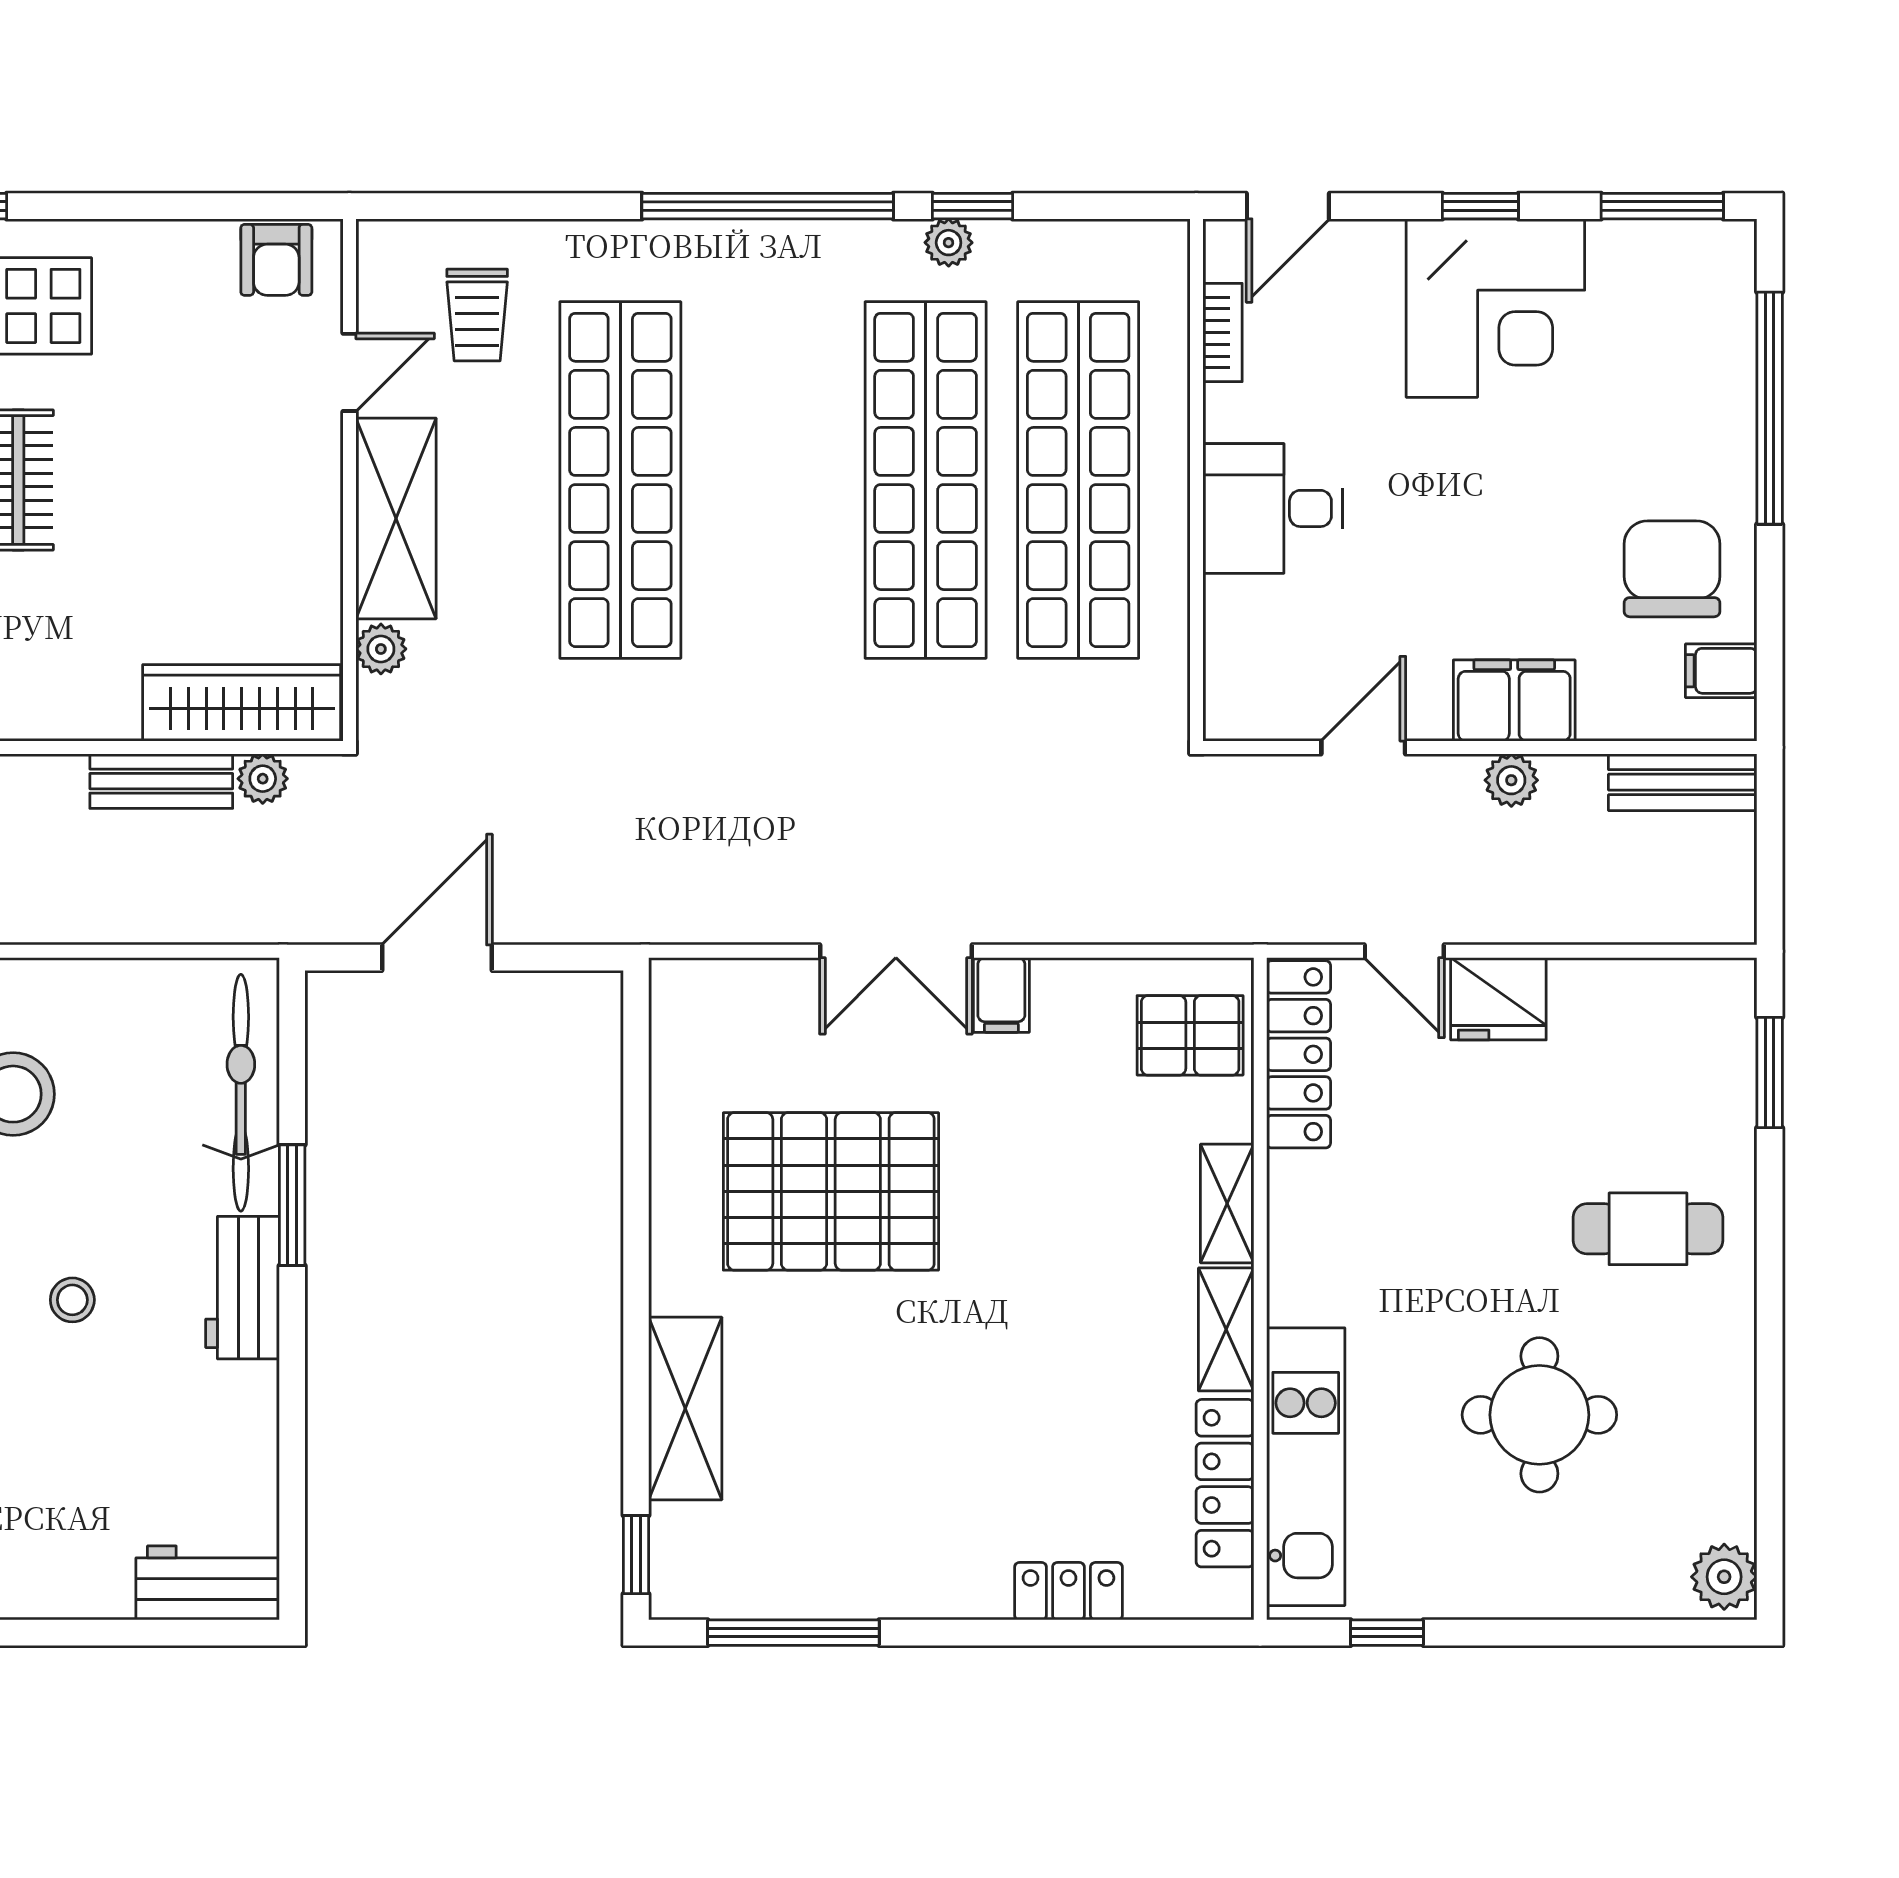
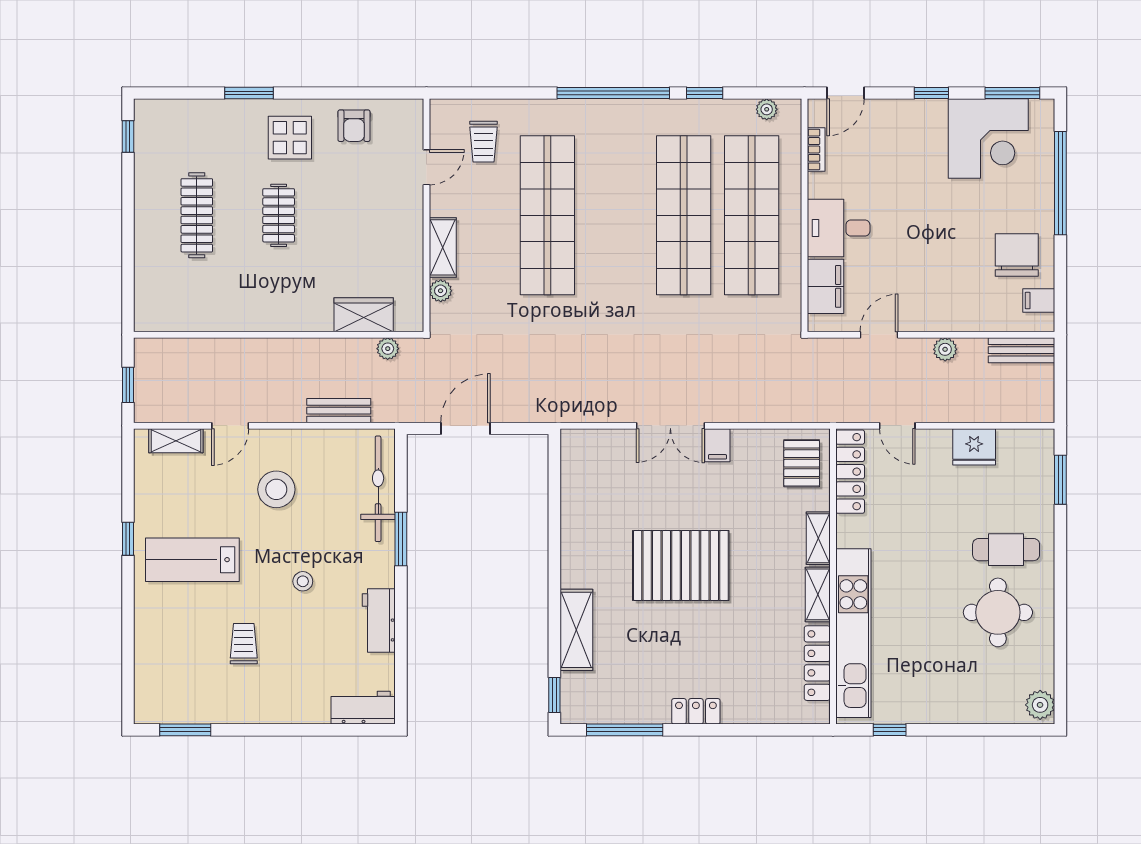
plant: (949, 243) -> (767, 109), moved
armchair: (276, 260) -> (354, 126), moved
corner desk: (1495, 308) -> (988, 139), moved
shelving: (396, 518) -> (443, 247), width x0.67, depth x0.75
filing cabinet: (1514, 700) -> (826, 286), moved, turned 90
wardrobe: (242, 703) -> (364, 315), width x0.67
bench: (161, 781) -> (339, 411), moved
fridge: (1498, 999) -> (974, 447), moved
pallet: (1190, 1035) -> (802, 463), turned 90
pallet: (831, 1191) -> (681, 565), moved
workbench: (243, 1288) -> (379, 620), moved
round table: (1539, 1415) -> (998, 612), moved
kitchen unit: (1306, 1467) -> (853, 633), width x1.36
locker: (1068, 1591) -> (696, 711), moved

